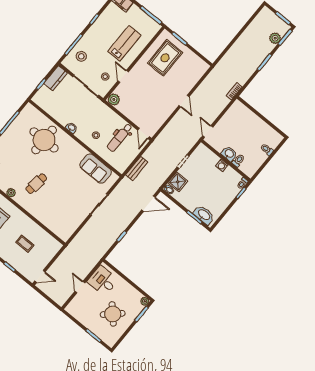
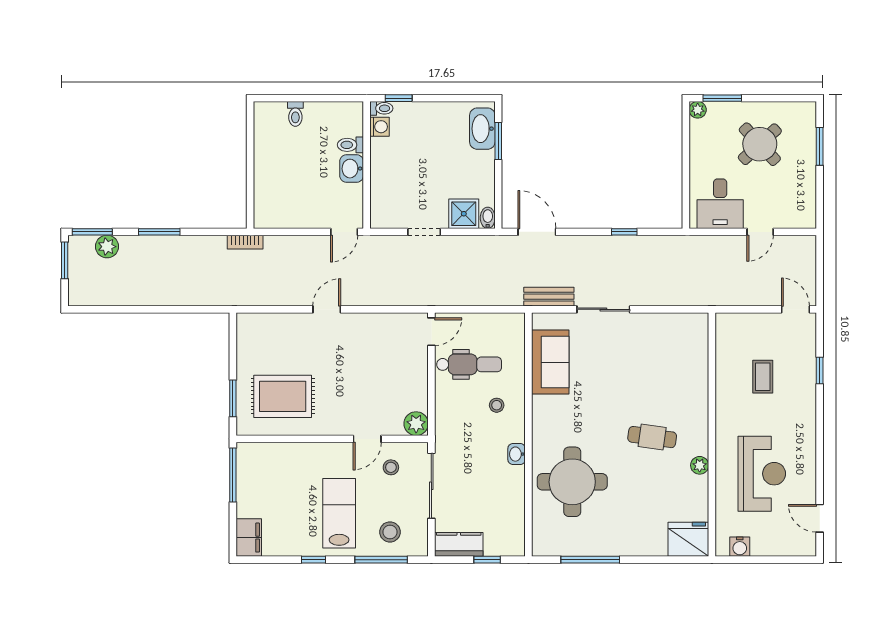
lab bench: (124, 43) -> (339, 513), moved, turned 90
washing machine: (222, 165) -> (380, 127), moved
bench: (137, 168) -> (549, 297), moved

